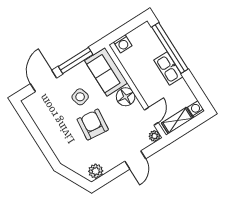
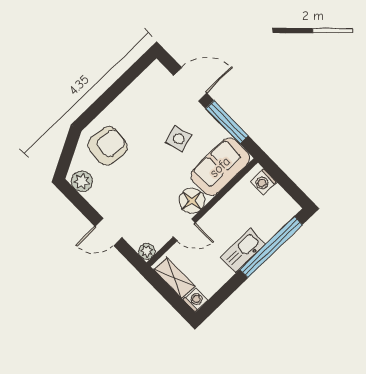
door: (151, 116) -> (184, 230), moved
armchair: (93, 125) -> (108, 146), moved

